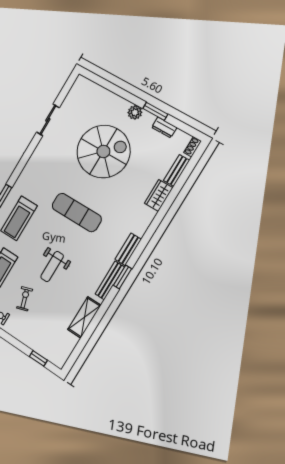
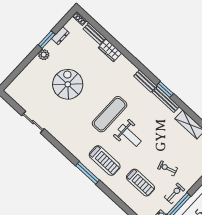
spiral stairs: (103, 151) -> (68, 84), width x0.73, depth x0.73
weight bench: (52, 267) -> (130, 135), moved

